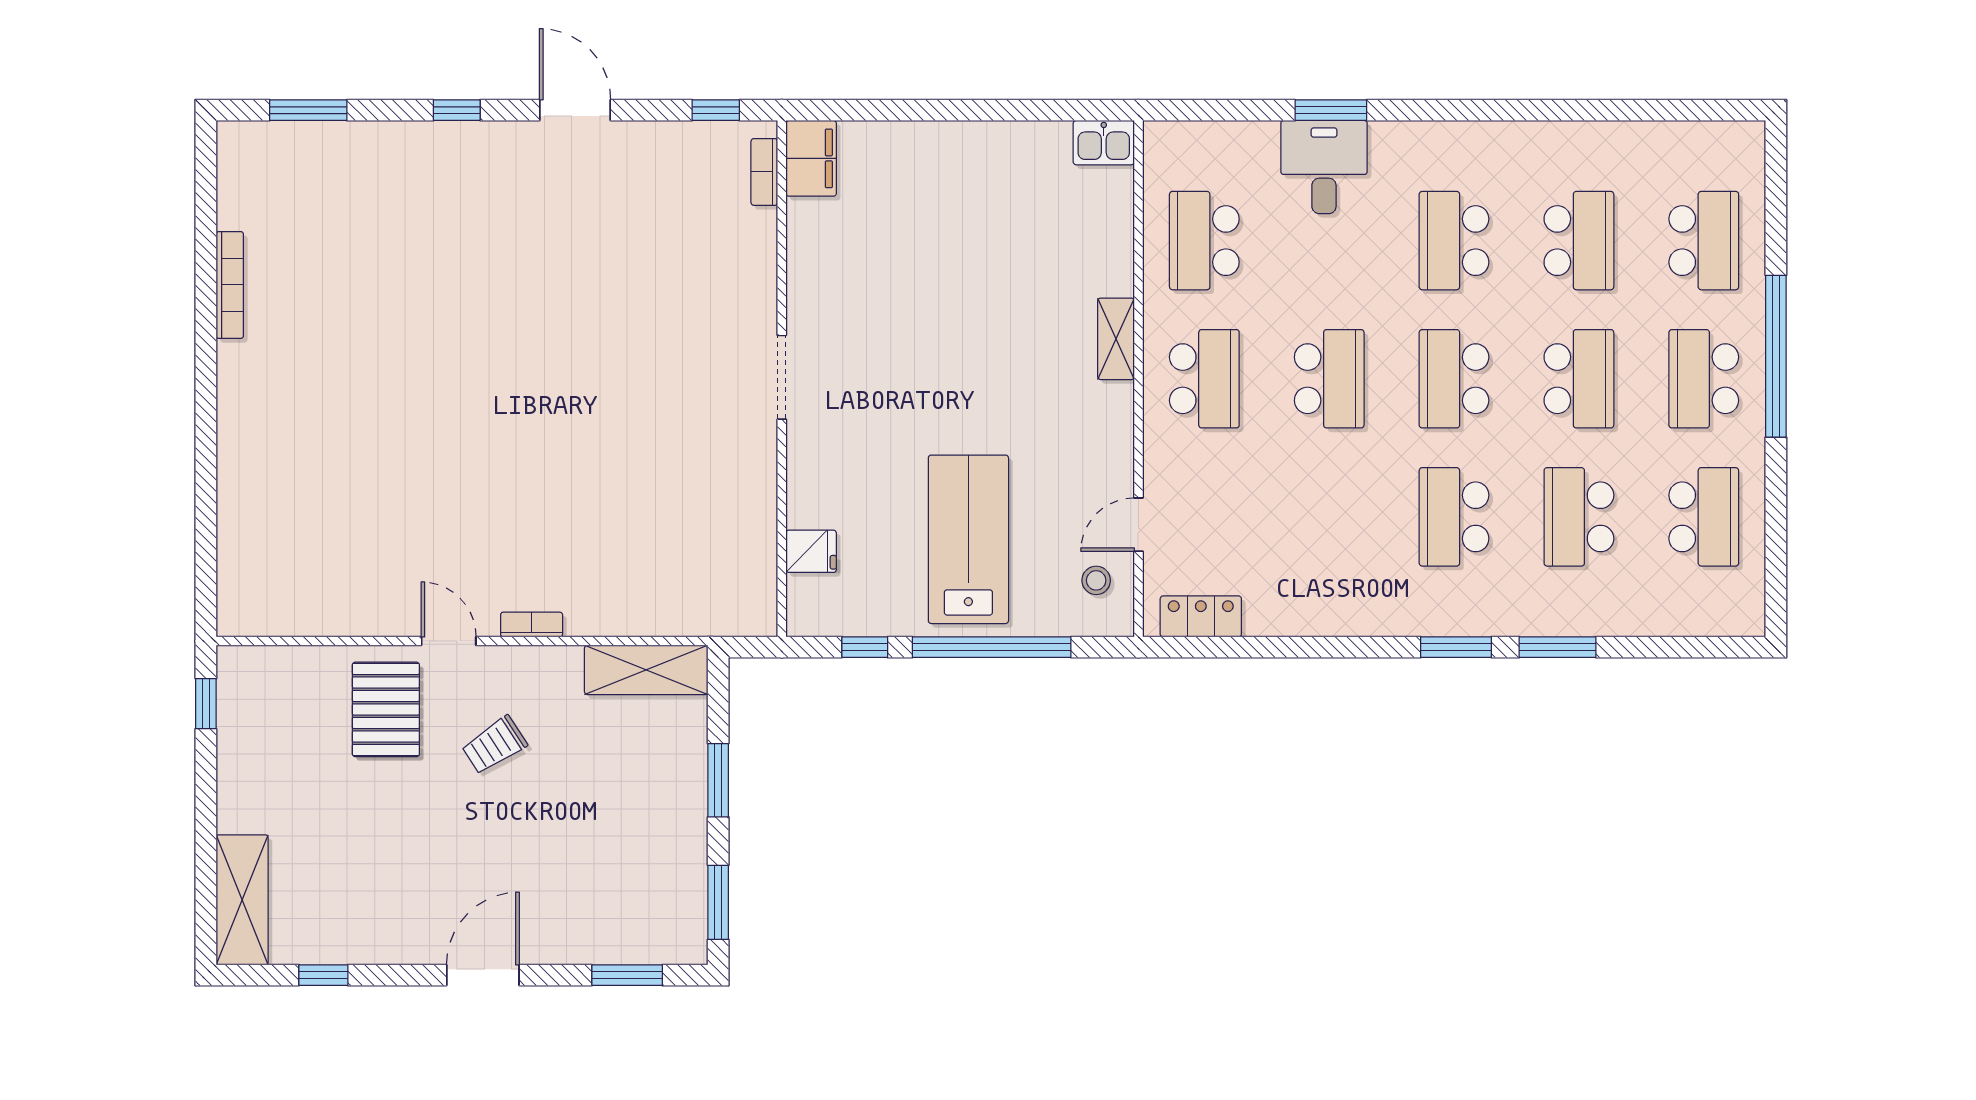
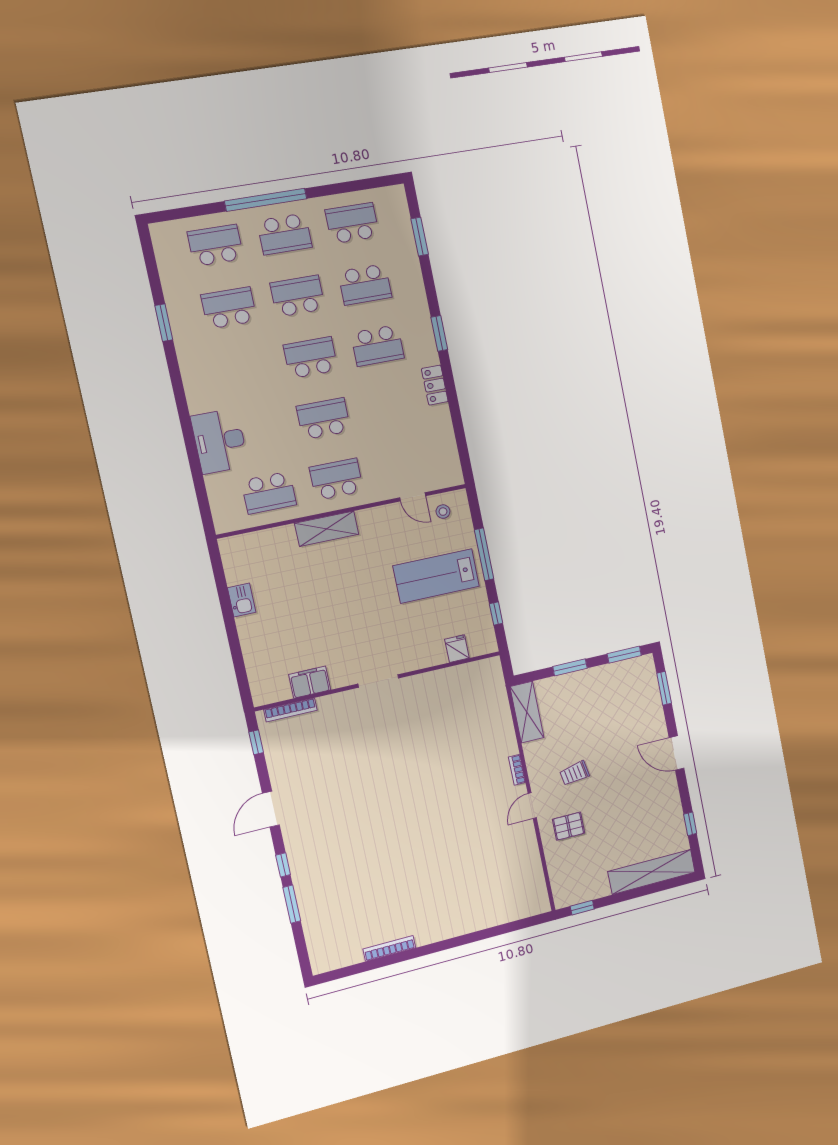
window: (308, 110) -> (292, 904), moved
window: (1331, 110) -> (164, 323), moved
kitchen sink: (1104, 143) -> (242, 600), moved
filing cabinet: (811, 158) -> (310, 682), moved
desk: (1324, 167) -> (220, 441), width x1.37
bookcase: (764, 172) -> (290, 710), width x1.56
school desk: (1454, 241) -> (242, 370), removed
shelving: (1116, 339) -> (327, 529), width x1.50, depth x1.33
school desk: (1454, 379) -> (311, 358), turned 180
locker: (1201, 616) -> (435, 385), moved
window: (992, 647) -> (484, 554), width x0.68
window: (1557, 647) -> (420, 237), moved
pallet: (386, 709) -> (569, 826), width x0.67, depth x0.71
trolley: (494, 745) -> (575, 773), turned 113
shelving: (242, 900) -> (652, 872), width x1.47

